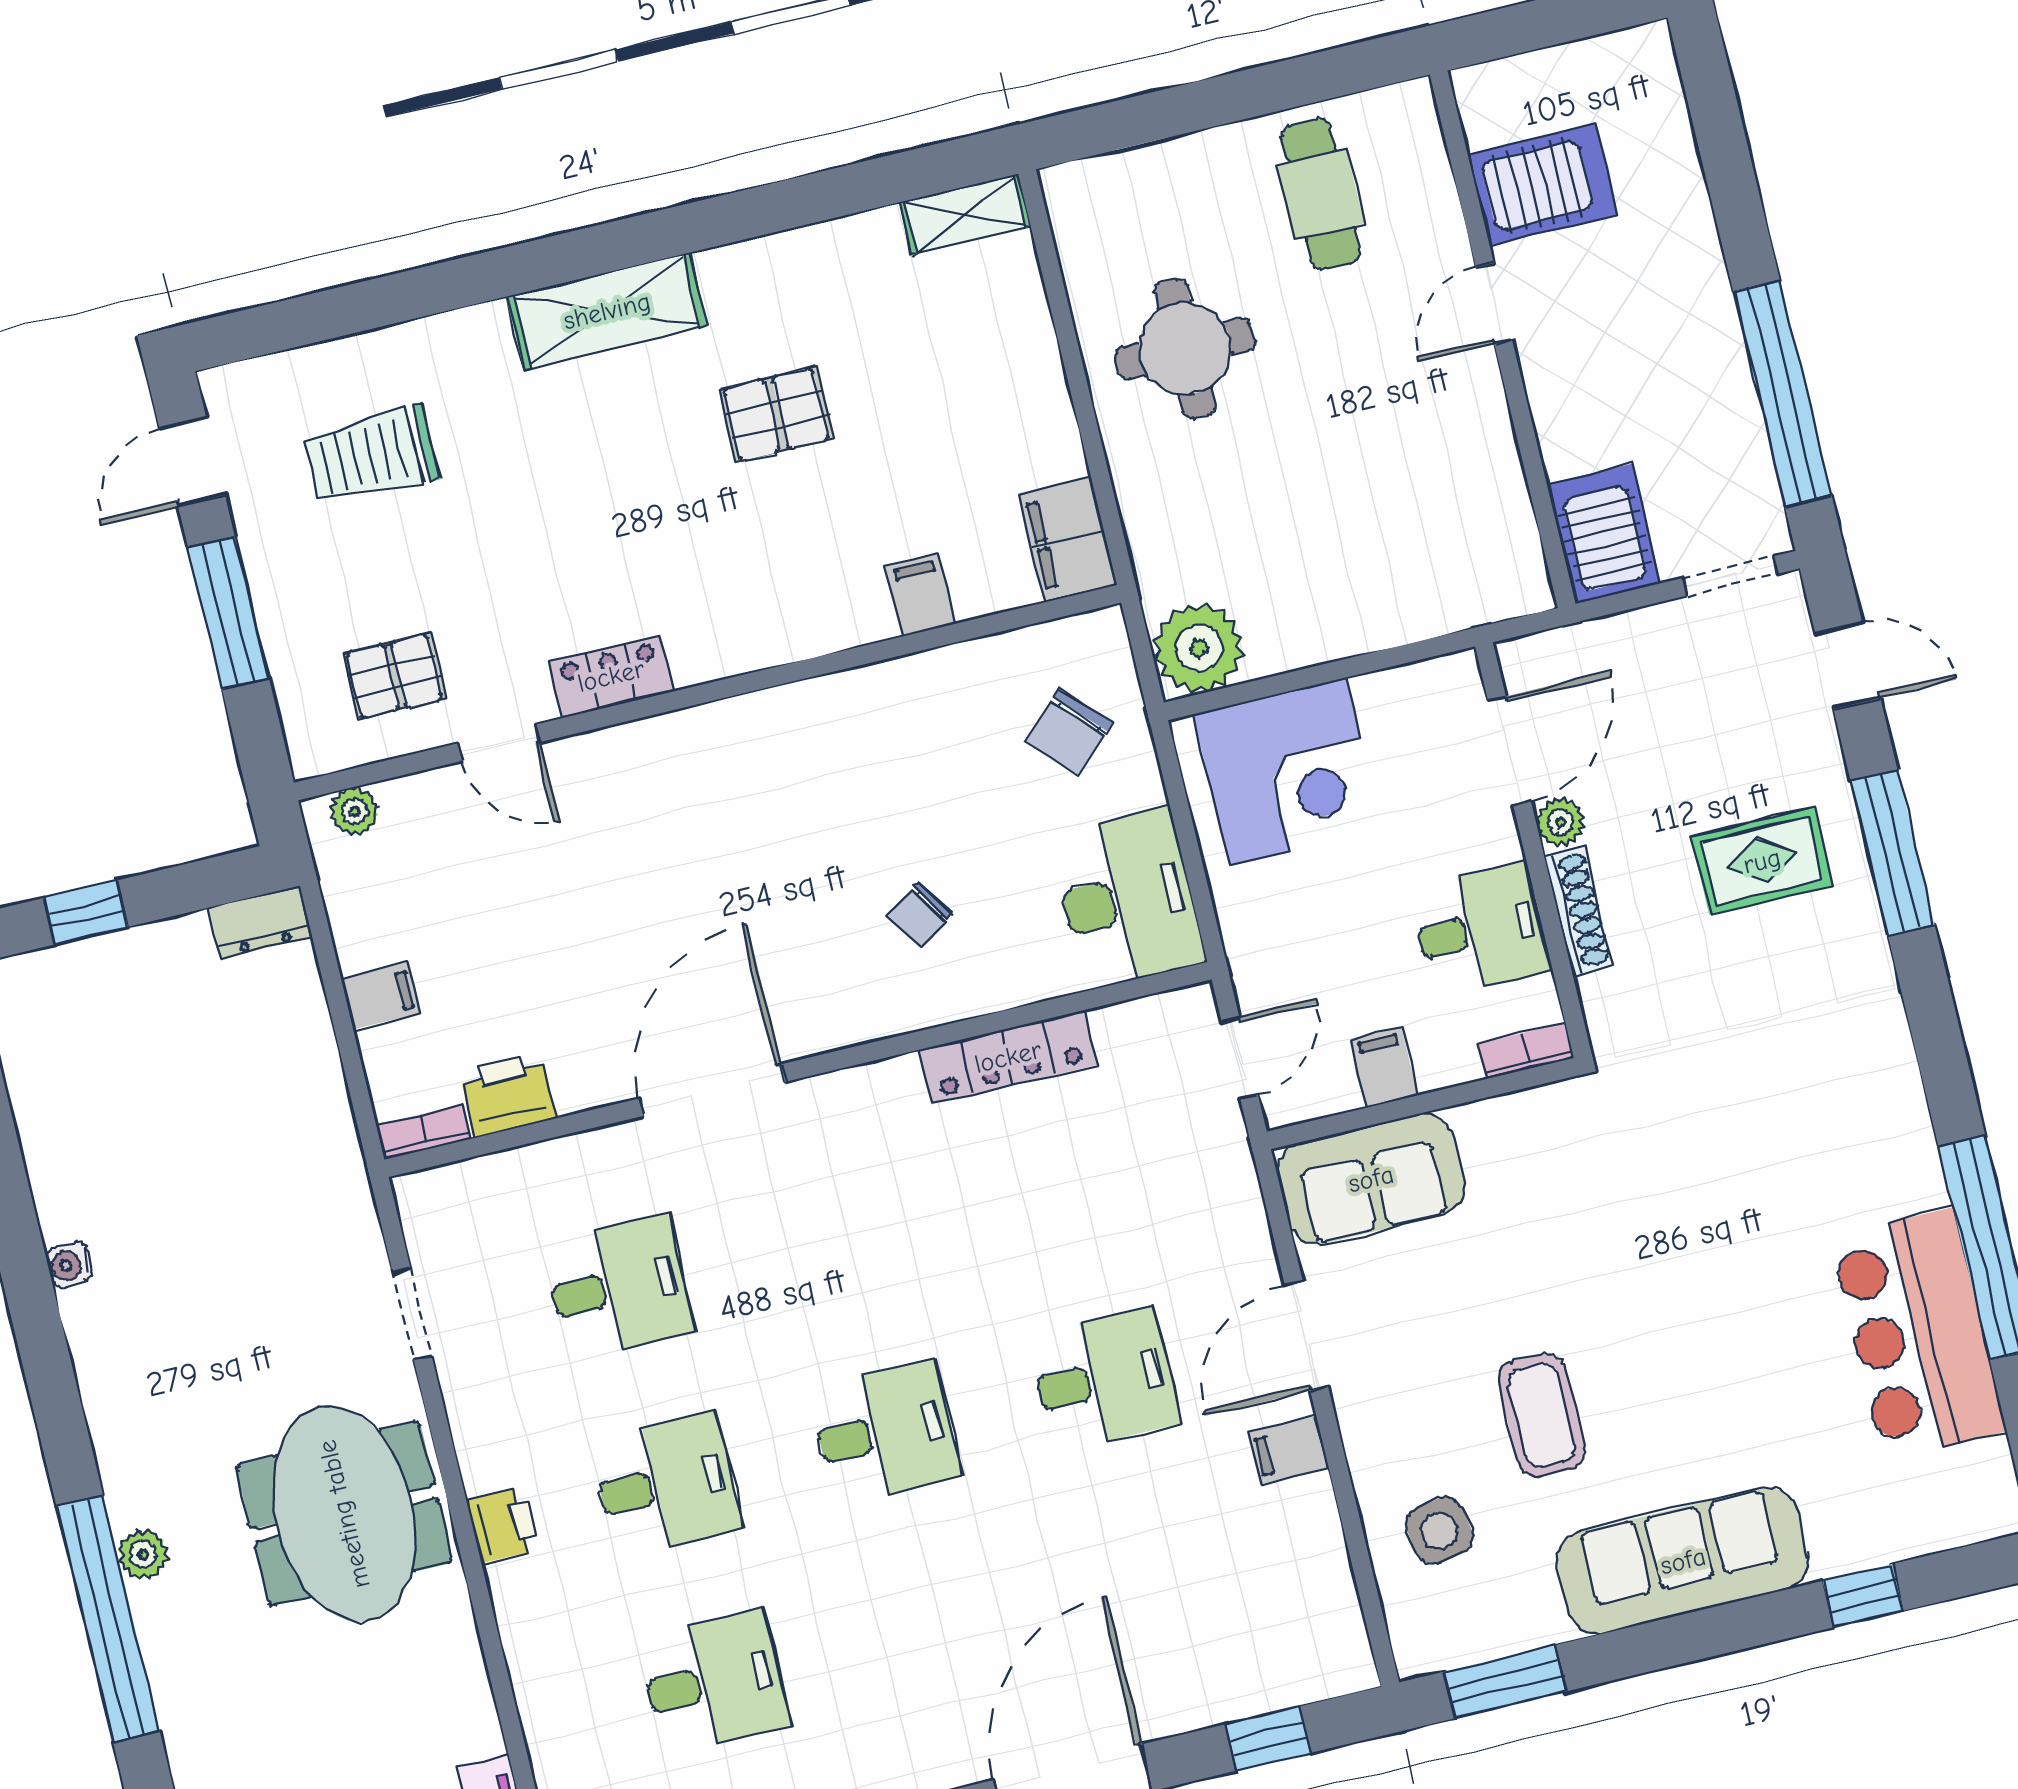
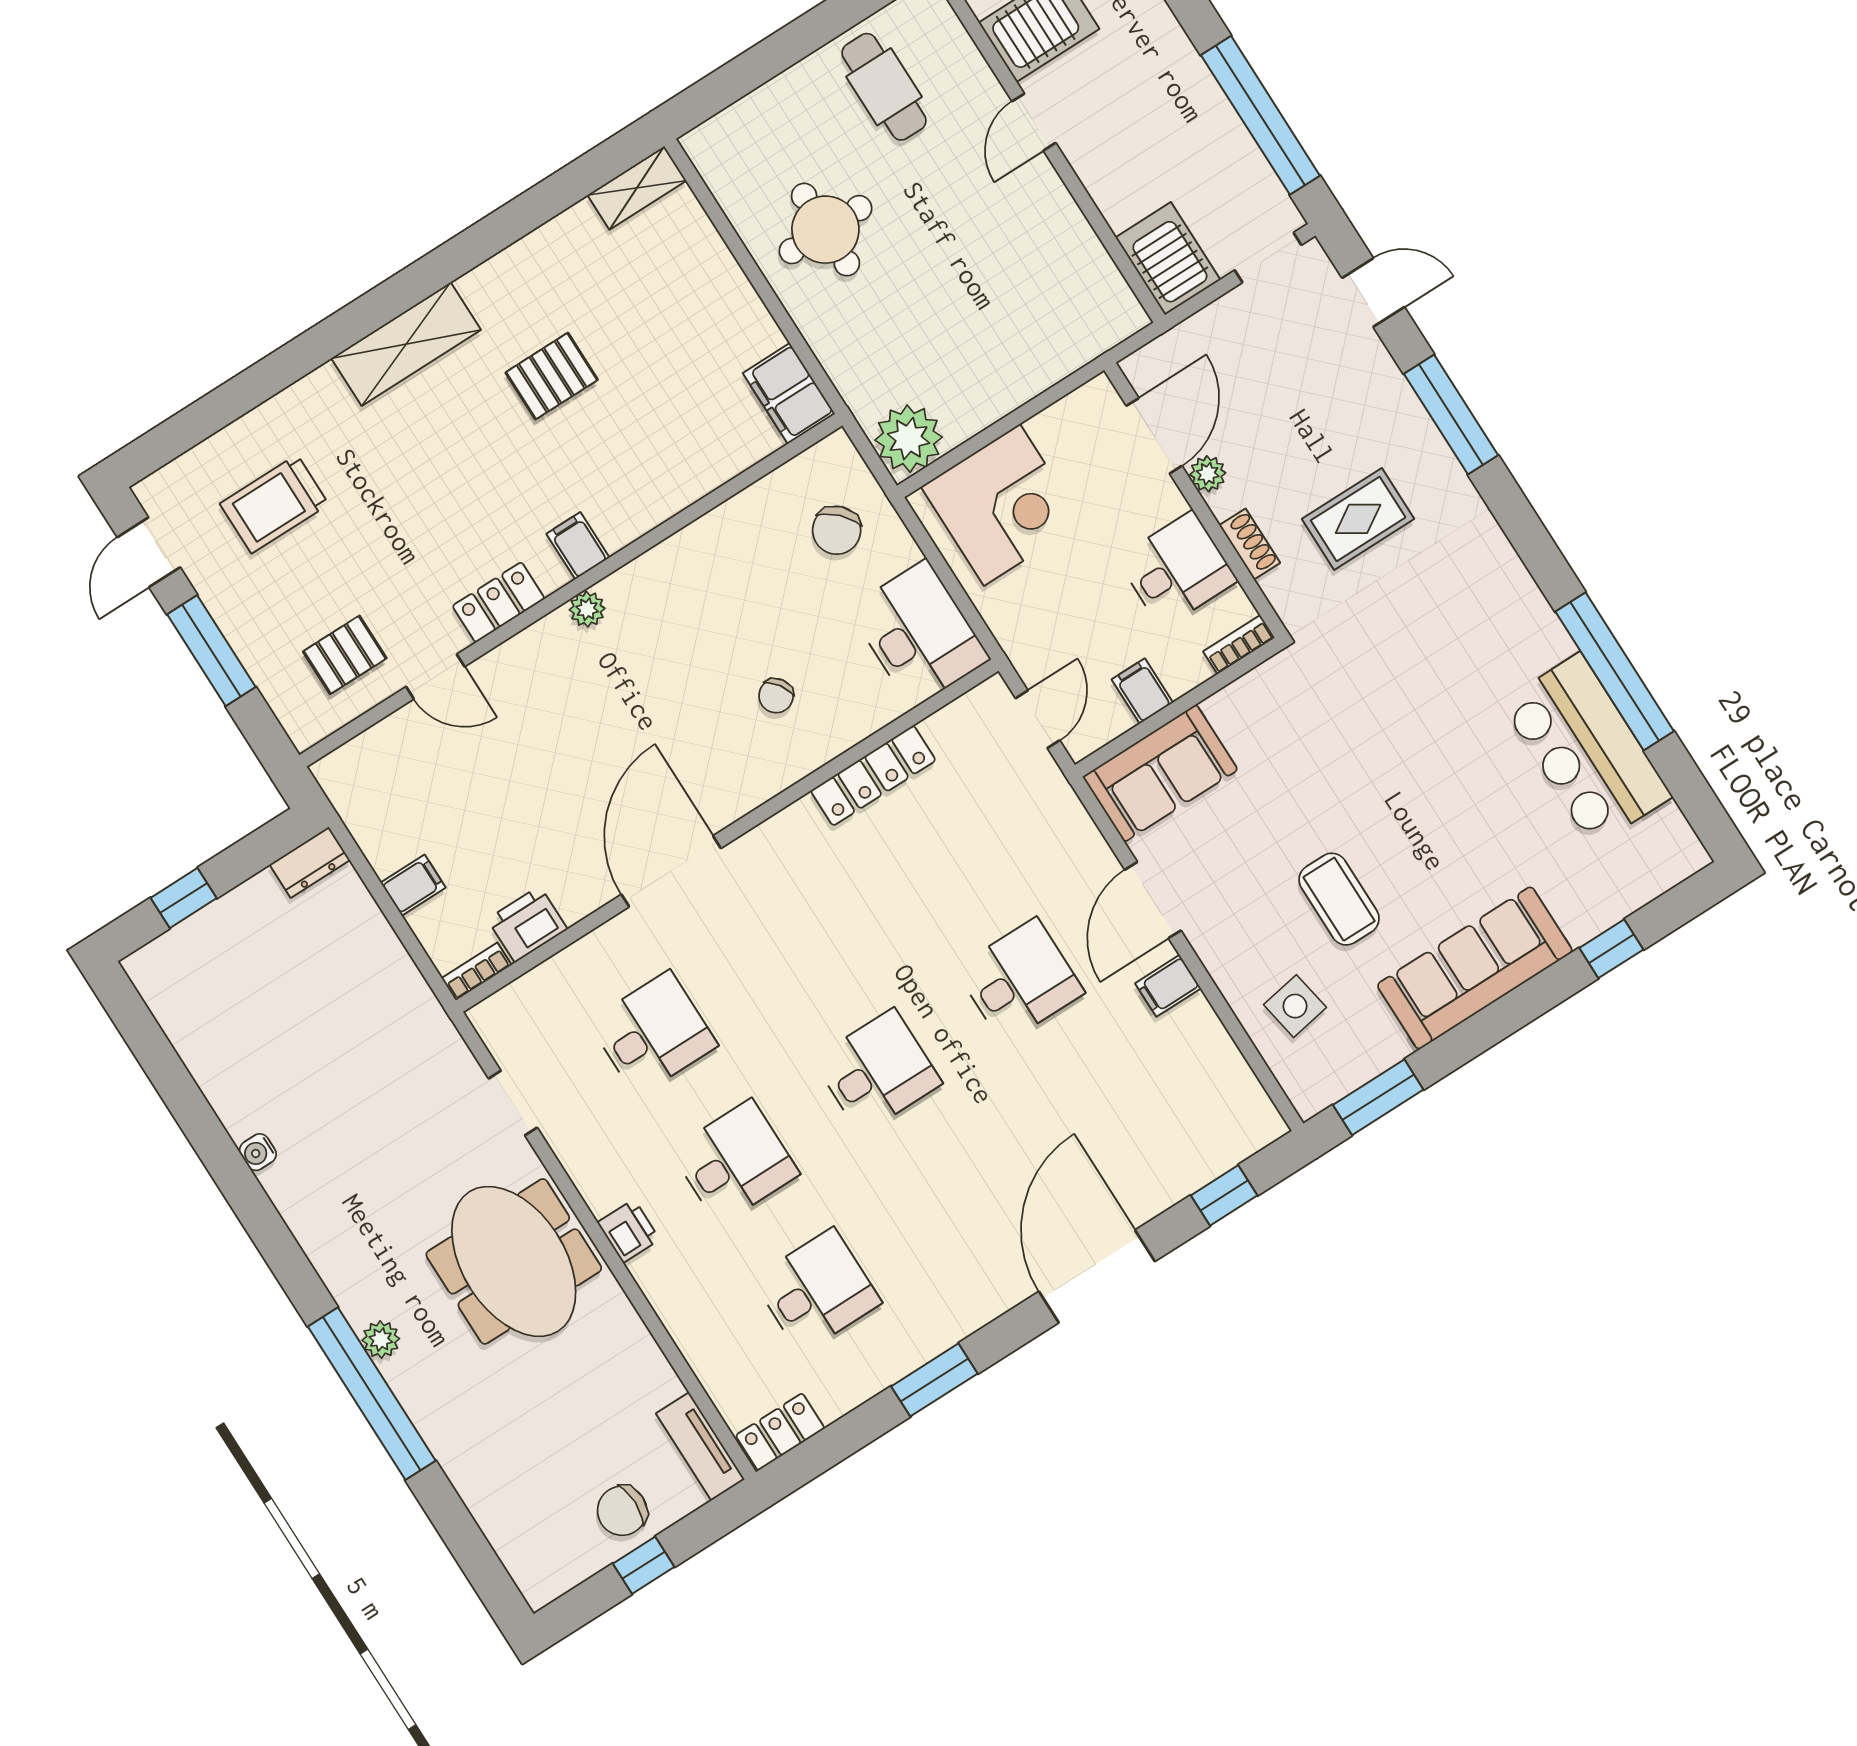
filing cabinet: (921, 595) -> (578, 546), moved
plant: (354, 811) -> (587, 609), moved
rug: (1762, 861) -> (1358, 519), moved
shoe rack: (1579, 911) -> (1250, 544), width x0.70

